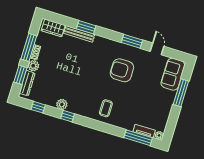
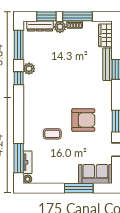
armchair: (122, 70) -> (83, 120), turned 90
window: (38, 107) -> (19, 45), width x2.17
coffee table: (106, 108) -> (52, 134), moved

